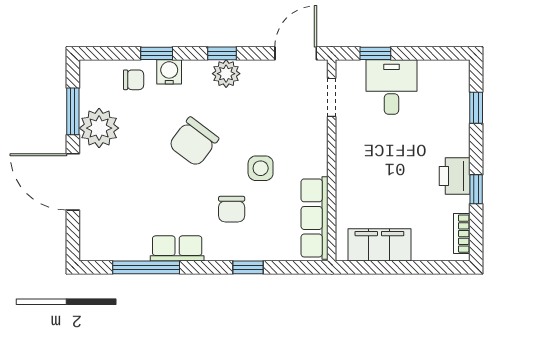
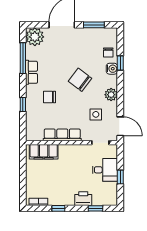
window: (222, 53) -> (120, 93), removed
window: (375, 53) -> (120, 177), moved
plant: (99, 128) -> (35, 37), moved
side table: (261, 168) -> (96, 114), moved
printer: (455, 176) -> (83, 199), moved
row of seats: (315, 218) -> (62, 135), moved
filing cabinet: (379, 245) -> (44, 152), moved, turned 90

